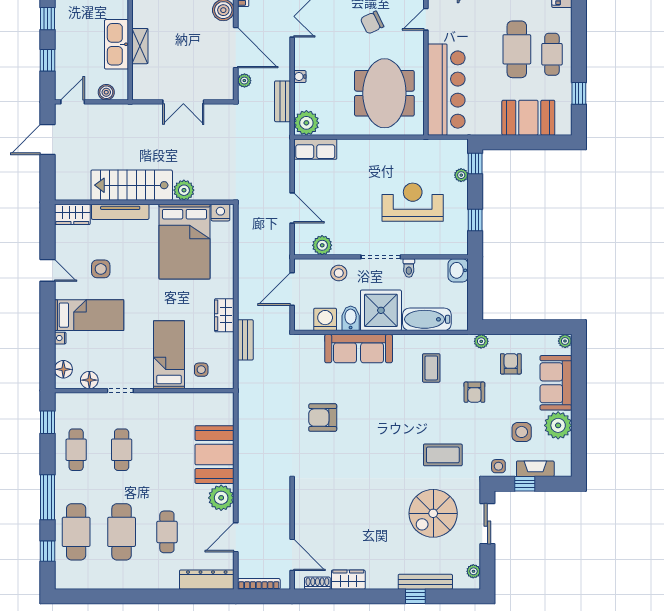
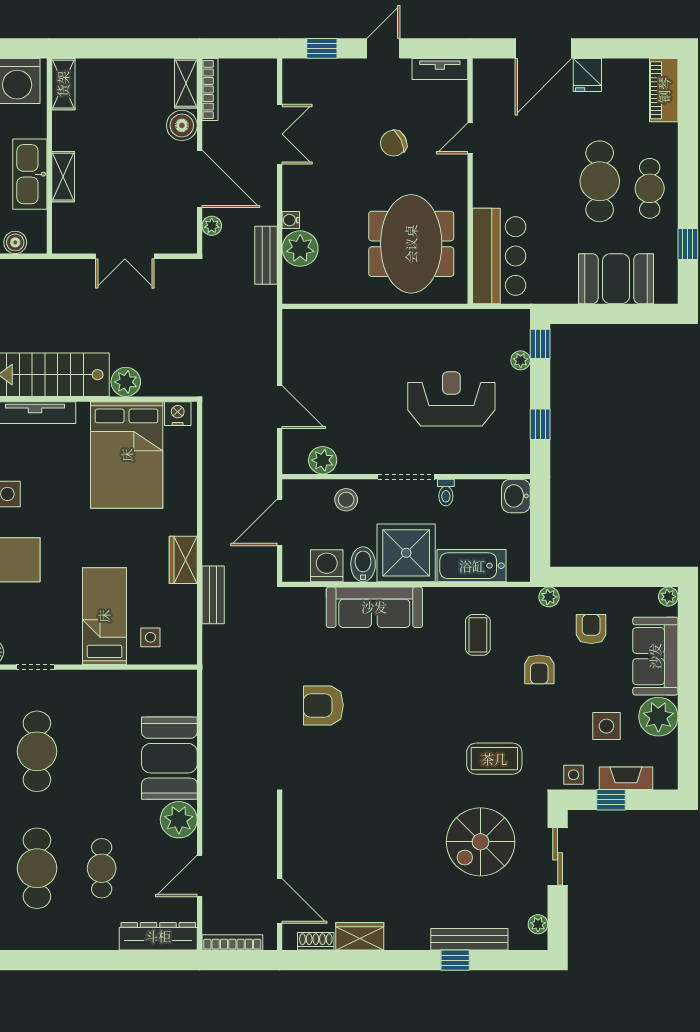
bar counter: (446, 90) -> (499, 256), width x0.73
plant: (306, 123) -> (300, 249), moved
row of seats: (315, 149) -> (313, 323), removed
cafe table: (122, 450) -> (37, 751), width x1.37, depth x1.35

